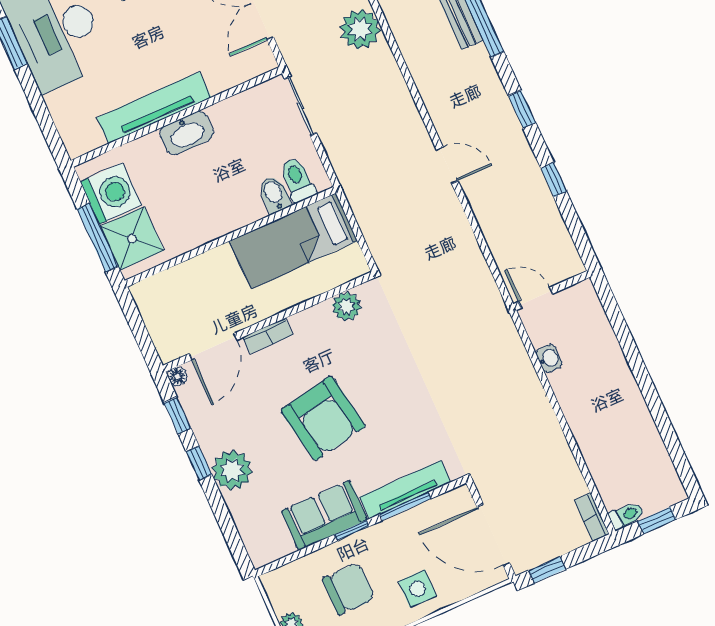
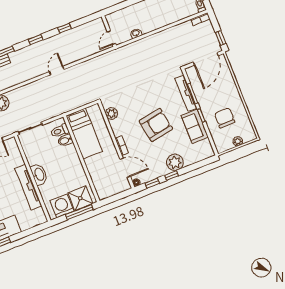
side table: (418, 589) -> (226, 90), removed

